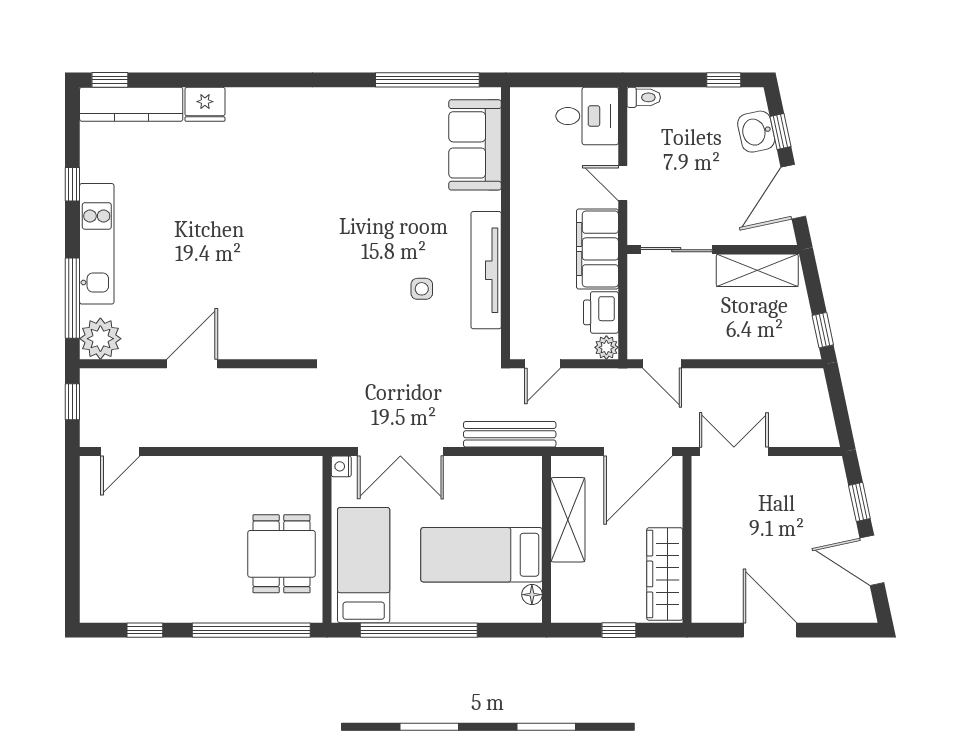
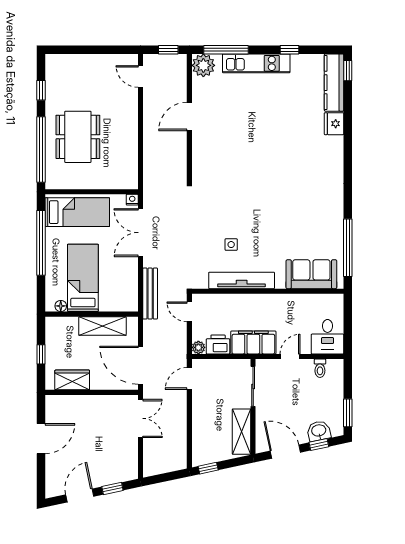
window: (724, 80) -> (348, 413), width x1.50
toilet: (644, 97) -> (320, 368), moved
door: (192, 364) -> (189, 116), swing flipped
dining table: (281, 554) -> (78, 137), moved, width x1.38
wardrobe: (665, 574) -> (72, 380), width x0.67

